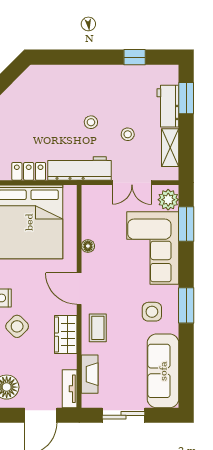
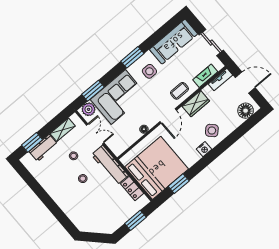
window: (135, 57) -> (33, 184), removed

